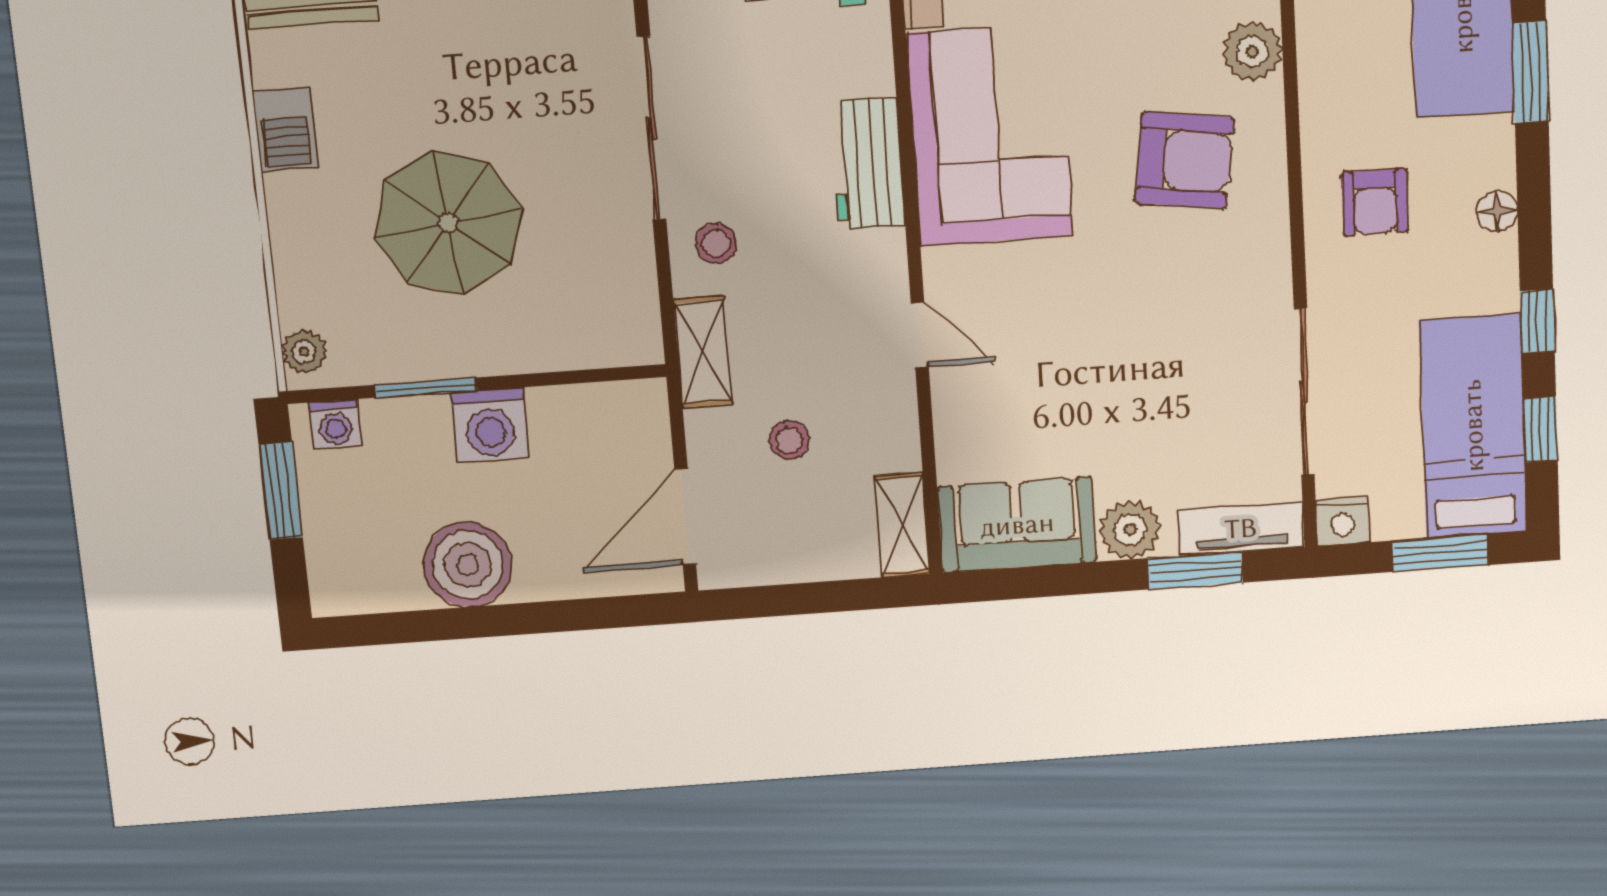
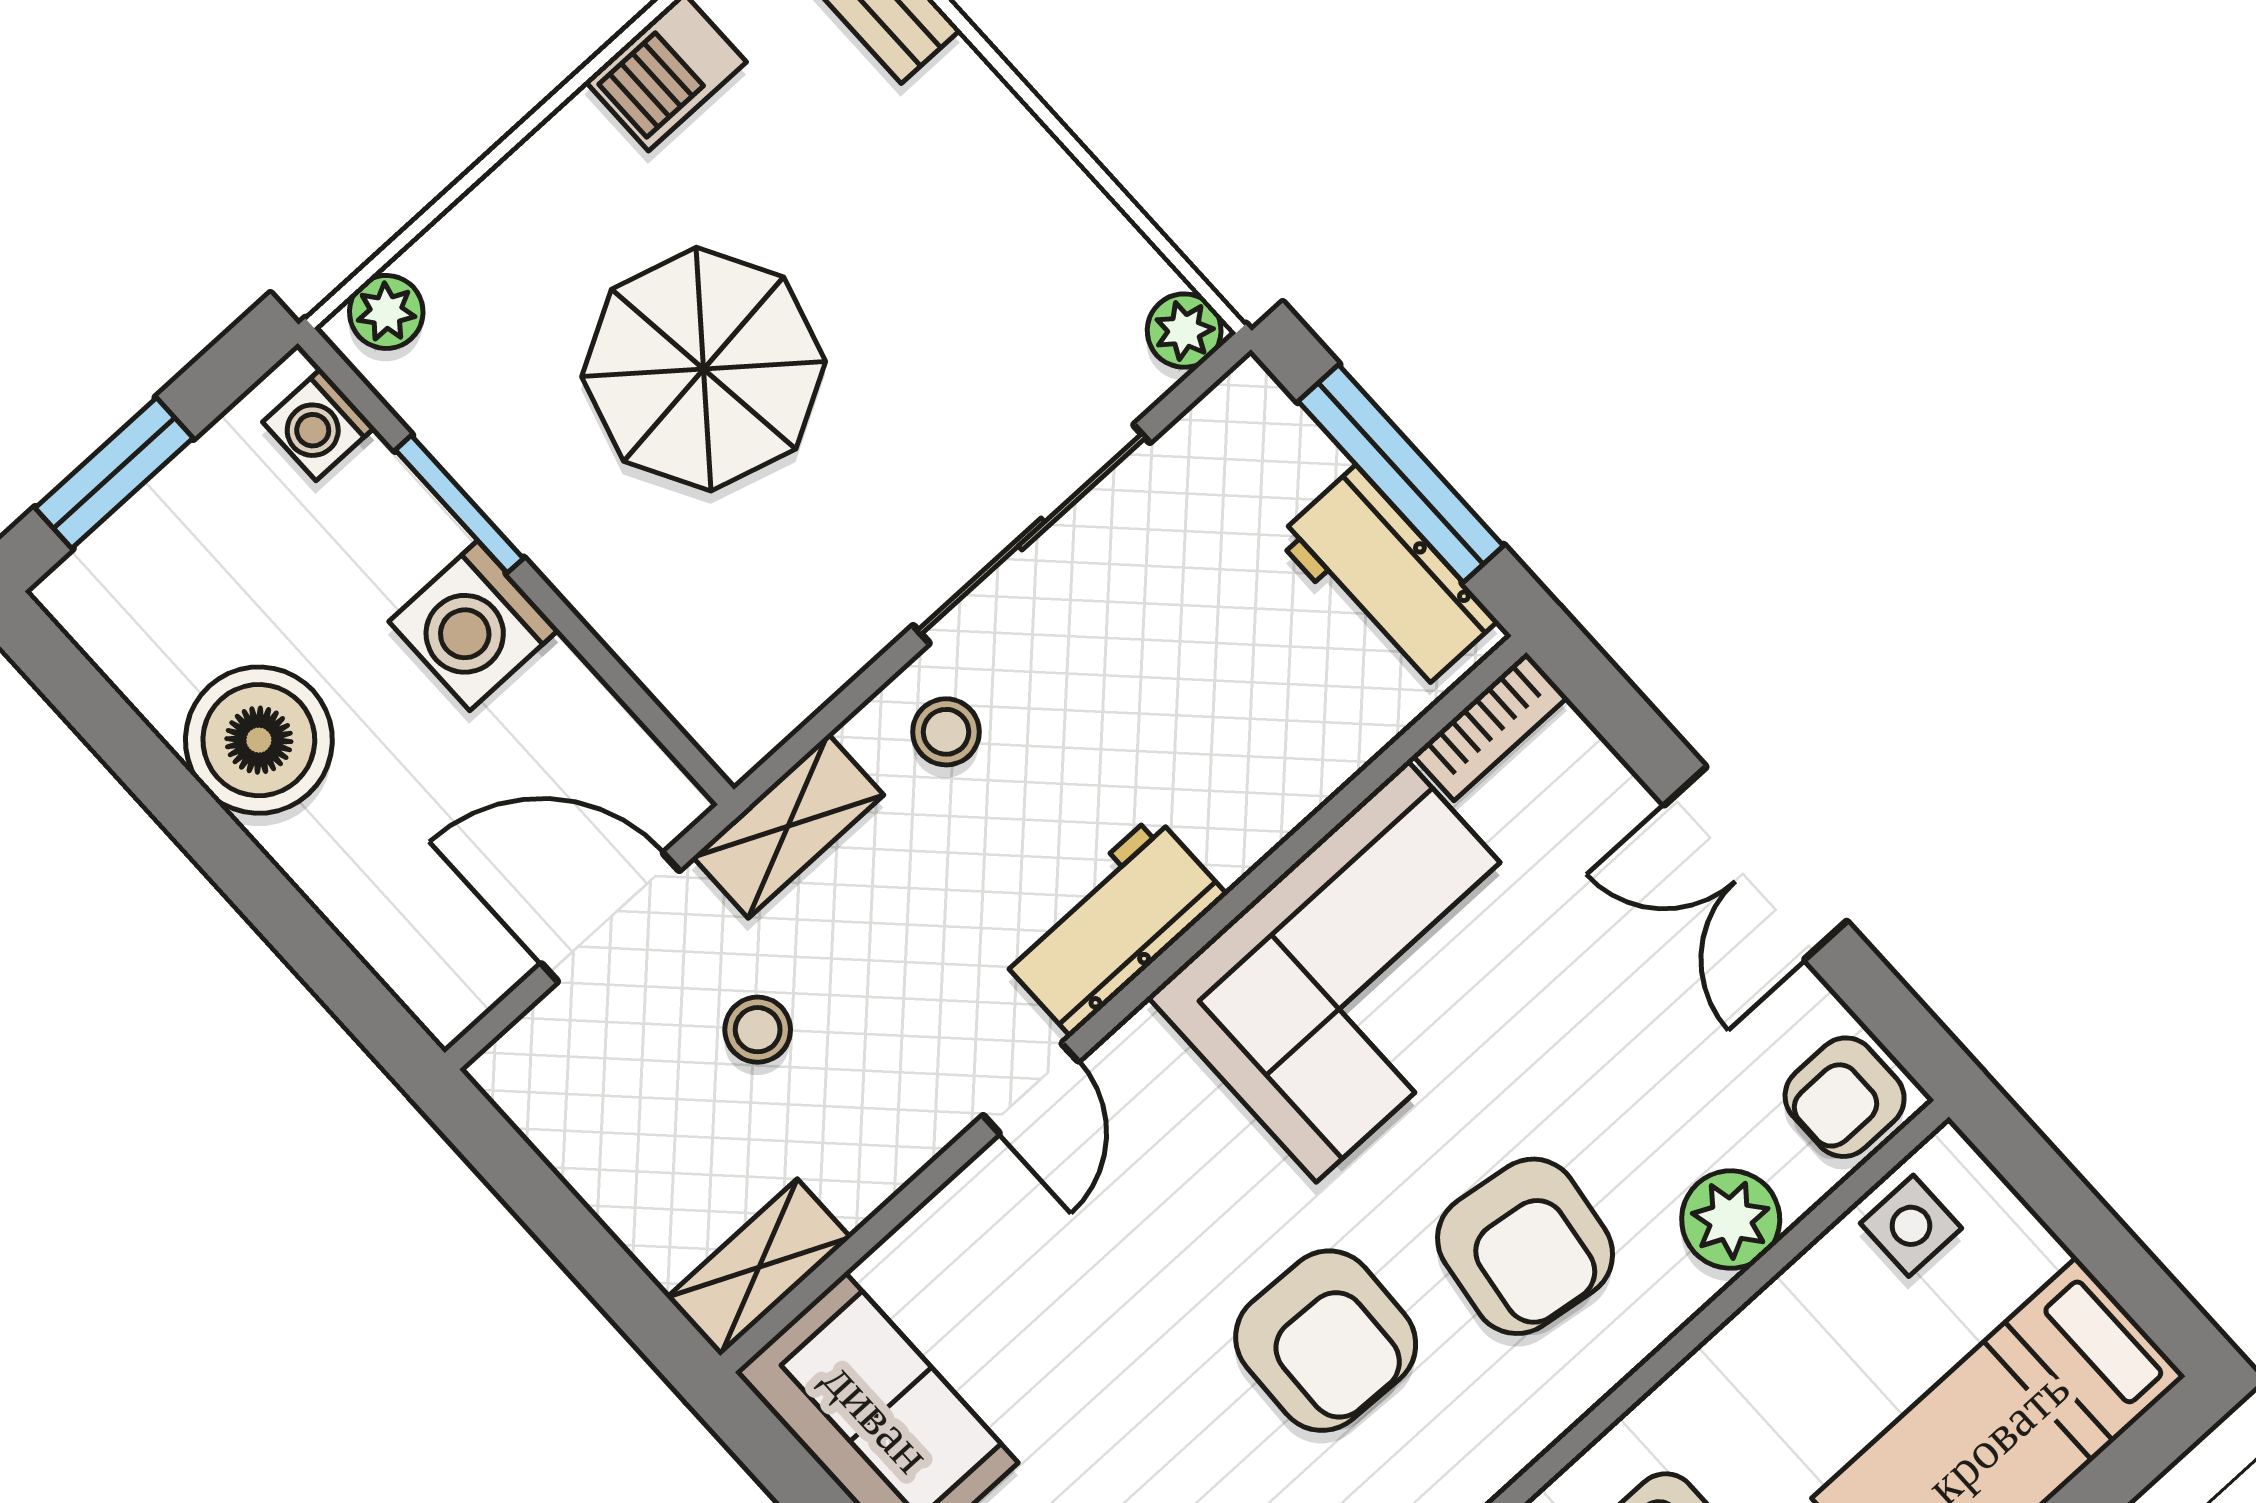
workbench: (867, 164) -> (1112, 925), moved
armchair: (1152, 290) -> (1326, 1341), added
window: (281, 491) -> (114, 473), moved
door: (685, 517) -> (610, 917), moved

